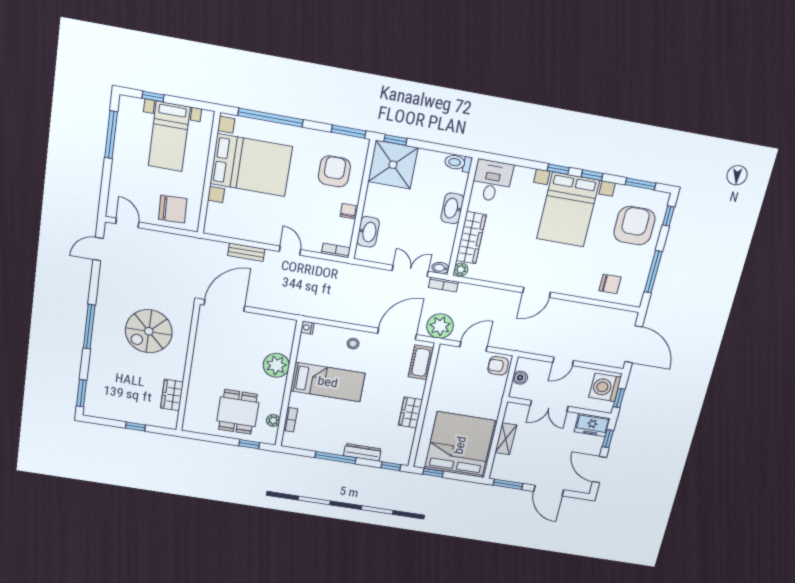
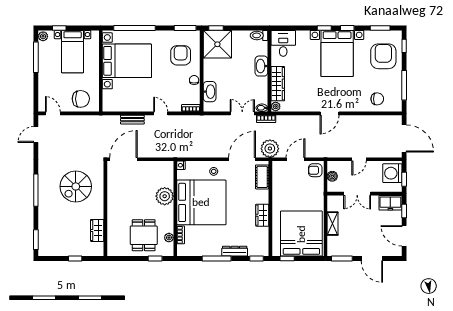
plant: (126, 105) -> (43, 36), added
bed: (328, 382) -> (201, 202), width x2.04

